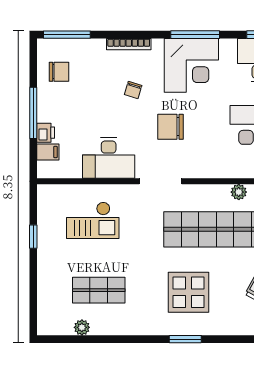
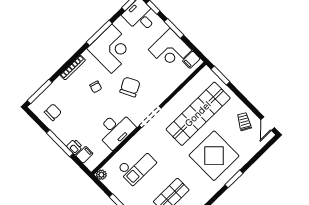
chair: (170, 127) -> (130, 87), turned 153
plant: (239, 192) -> (101, 175), moved
display table: (188, 292) -> (214, 156), width x1.36, depth x1.36

